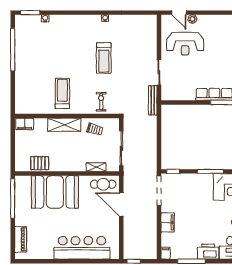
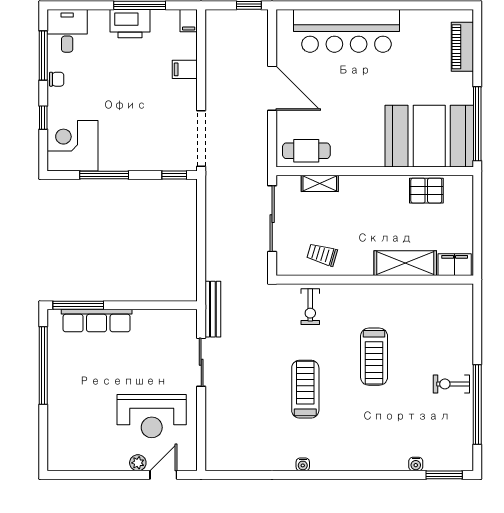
door: (179, 13) -> (163, 475), hinge flipped
reception desk: (185, 44) -> (152, 416), turned 180
exercise bike: (26, 61) -> (451, 384), added
treadmill: (62, 93) -> (374, 357), moved
shelving: (64, 125) -> (405, 263), moved
booth: (55, 192) -> (429, 136), moved
door: (121, 204) -> (272, 88), moved
filing cabinet: (168, 222) -> (185, 69), width x0.50
printer: (208, 252) -> (130, 24), moved

